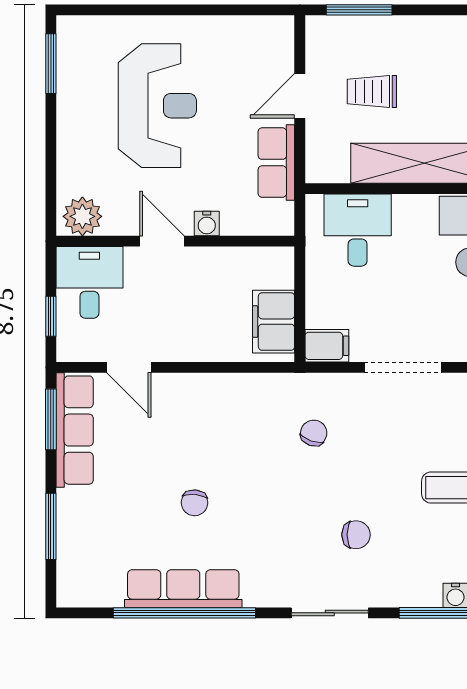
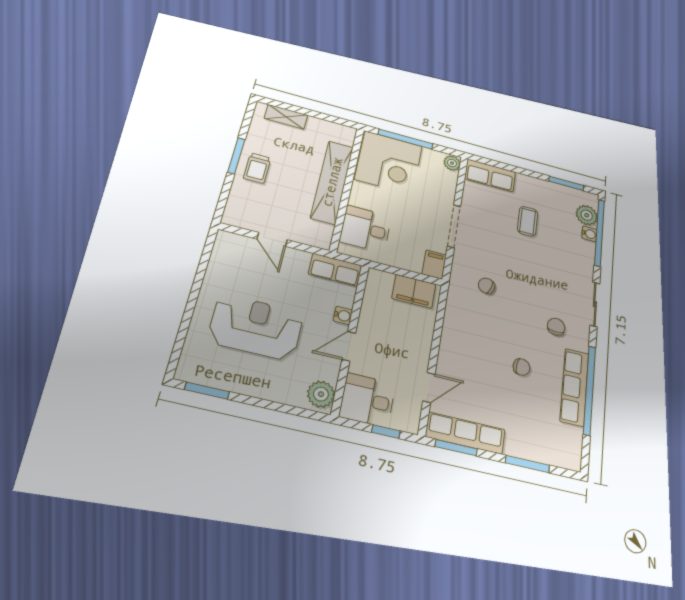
window: (359, 10) -> (236, 156), moved
trolley: (372, 91) -> (257, 168), moved
row of seats: (276, 163) -> (335, 270), moved
chair: (356, 535) -> (556, 327), moved

